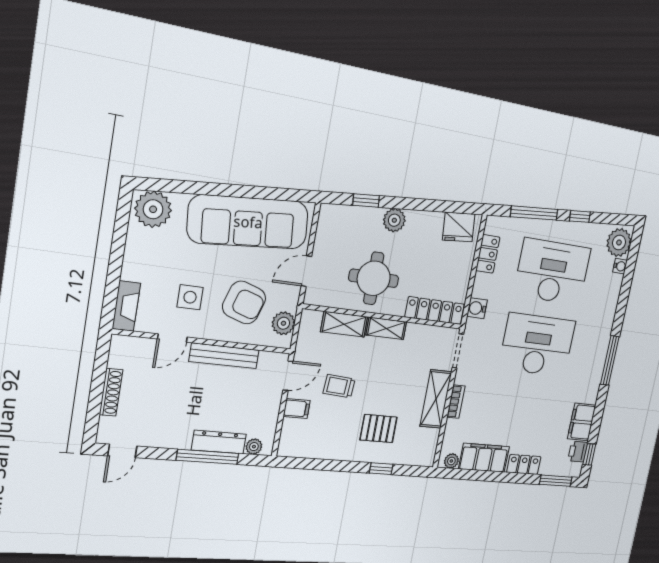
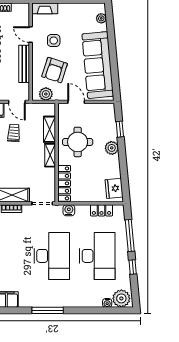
plant: (153, 209) -> (101, 18), width x0.53, depth x0.53

